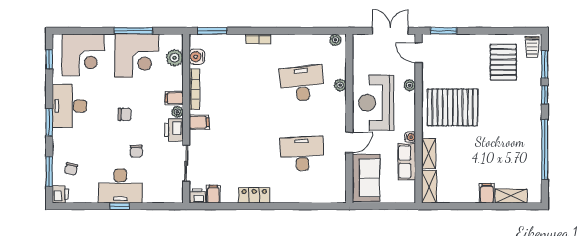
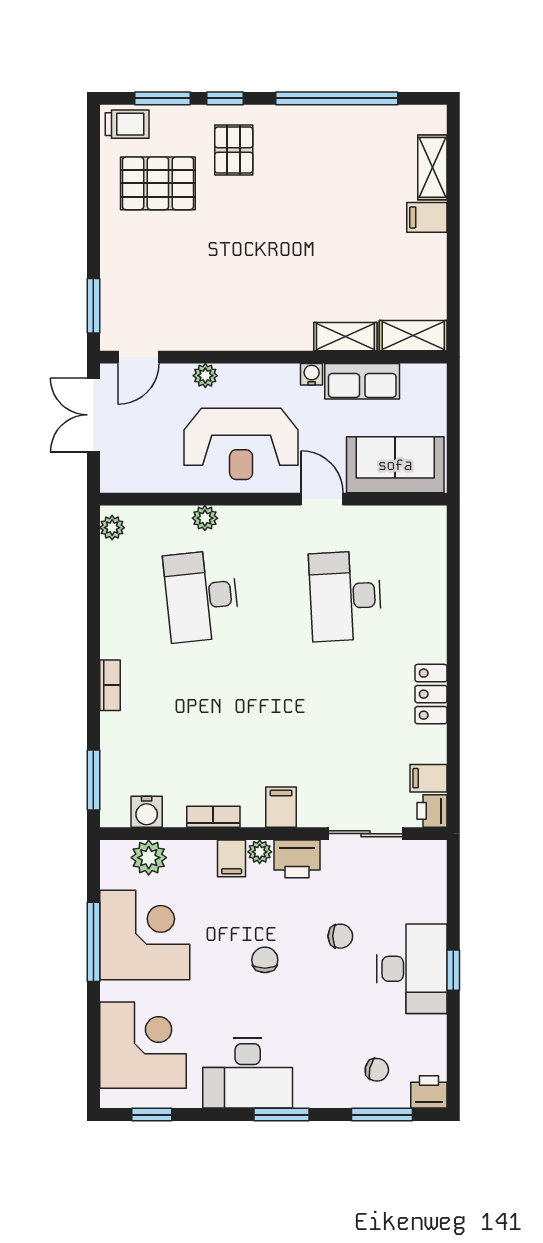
bookcase: (194, 89) -> (213, 817), width x0.64
pallet: (453, 107) -> (234, 150), moved, width x0.49, depth x0.50

